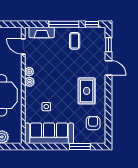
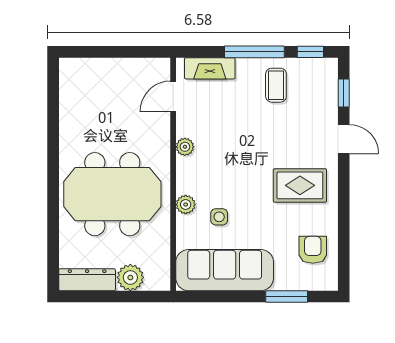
door: (23, 46) -> (173, 96), hinge flipped
plant: (29, 82) -> (186, 205), moved
rug: (87, 91) -> (300, 185), turned 90

